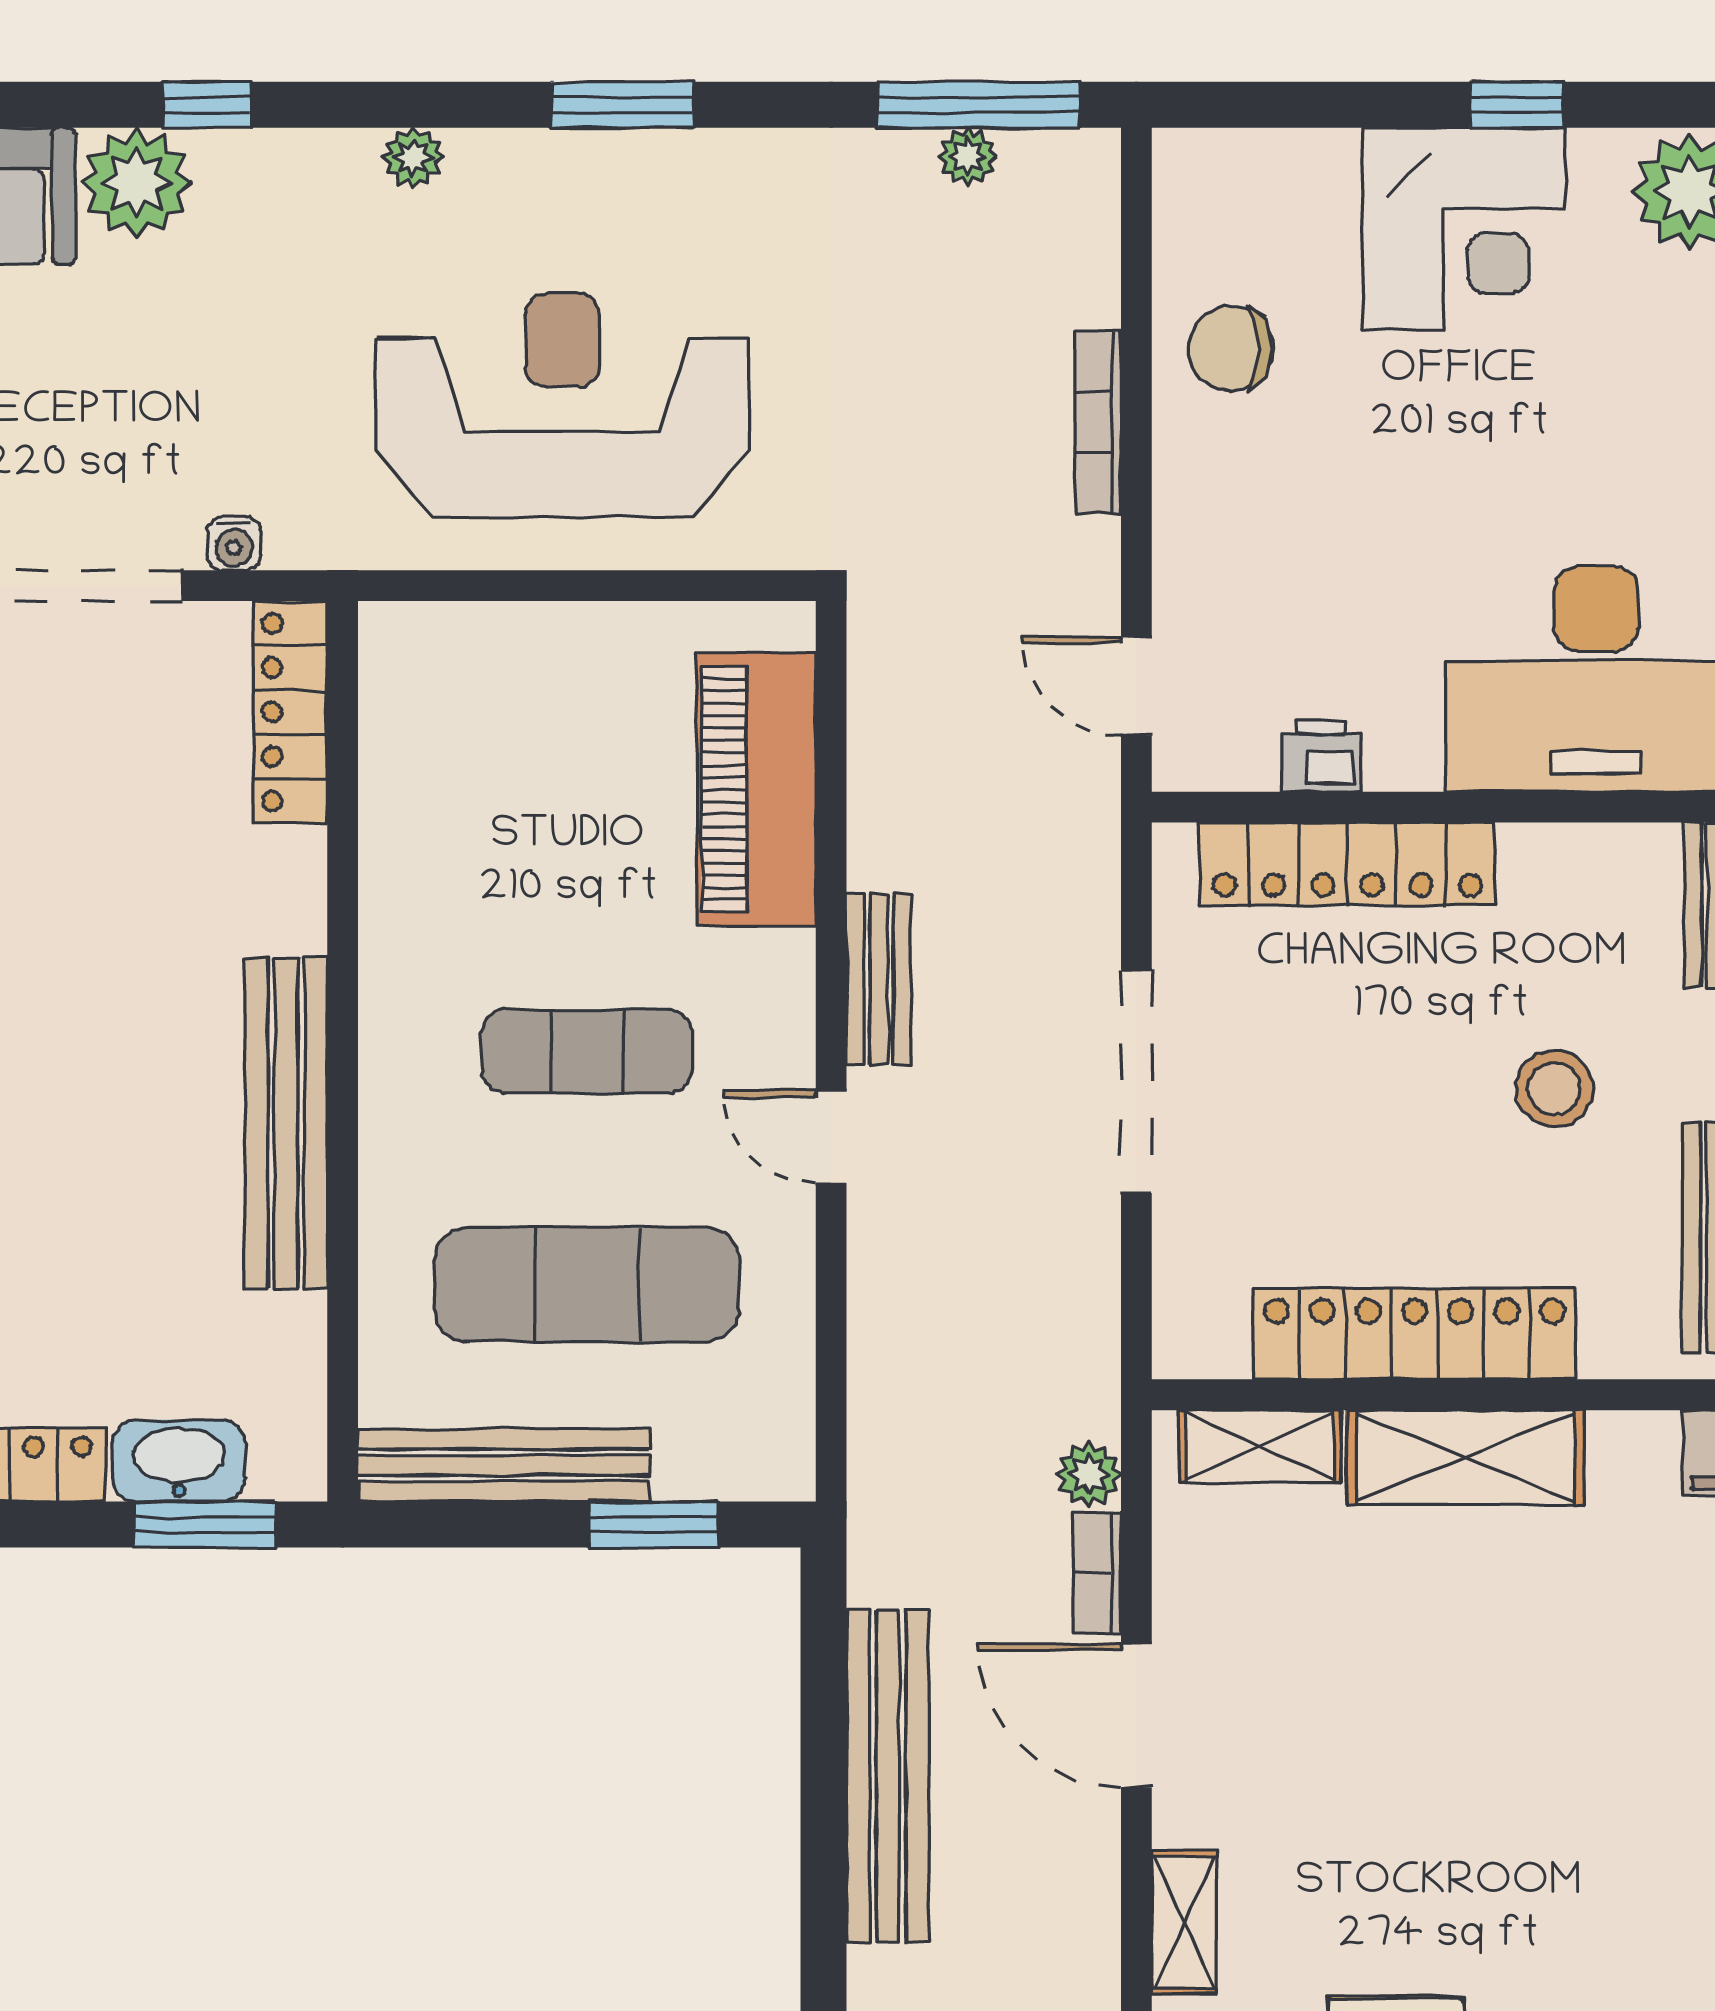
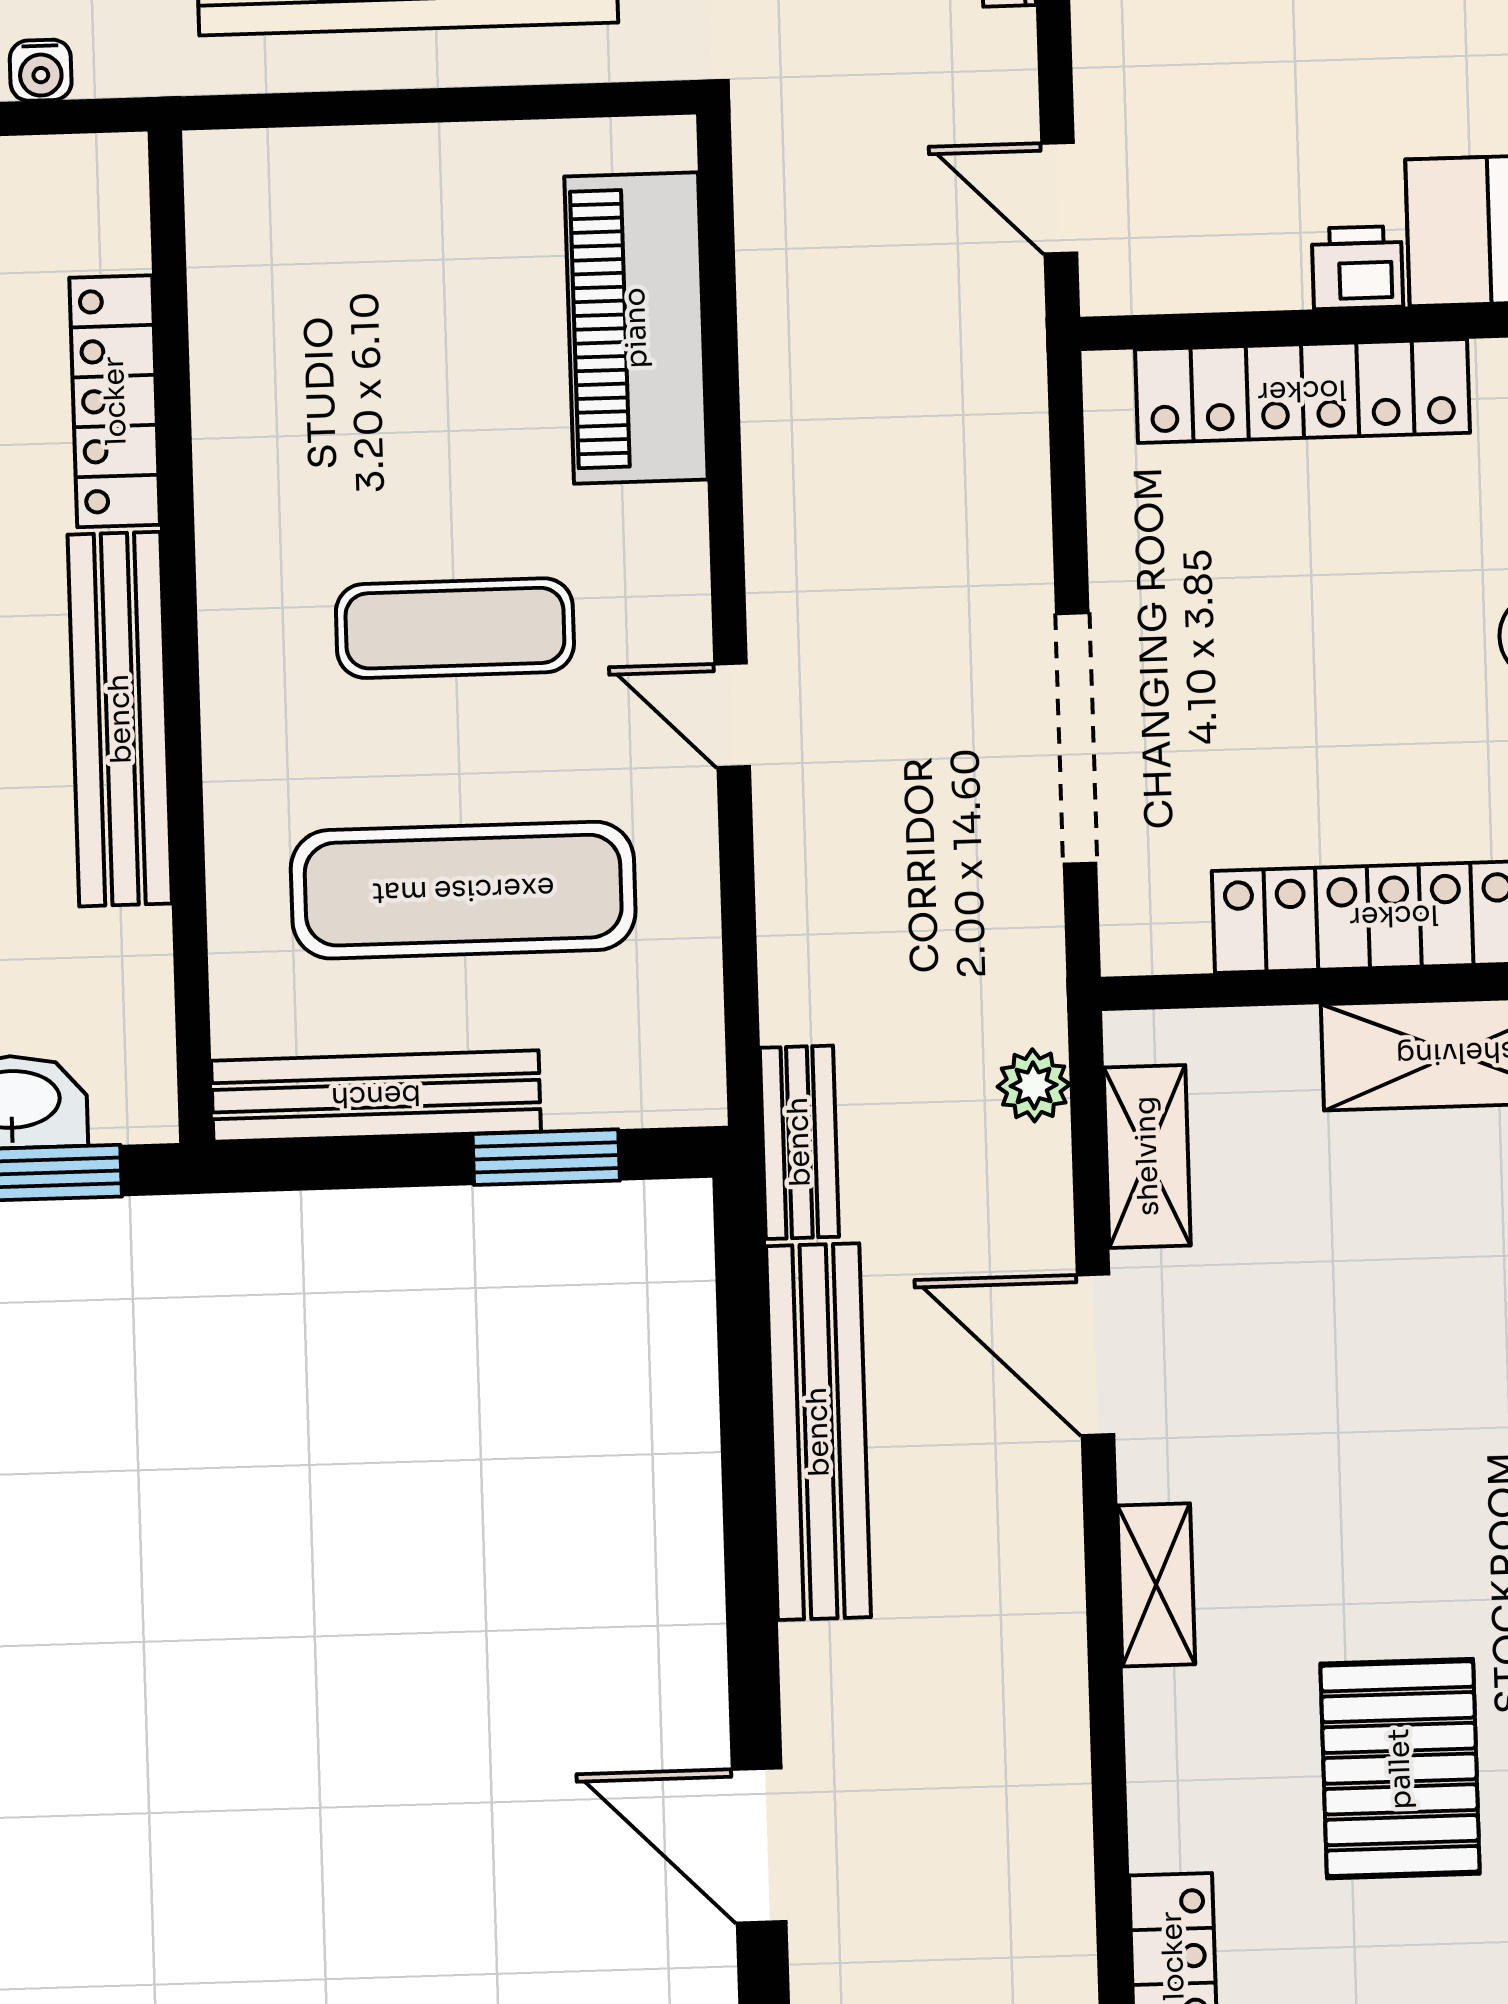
locker: (291, 712) -> (115, 401), moved
printer: (1322, 756) -> (1357, 268), moved
bench: (879, 979) -> (799, 1142), moved
doorway: (1136, 1081) -> (1076, 739), moved
shelving: (1260, 1446) -> (1147, 1156), moved, turned 90
bookcase: (1097, 1573) -> (1046, 1196), removed

